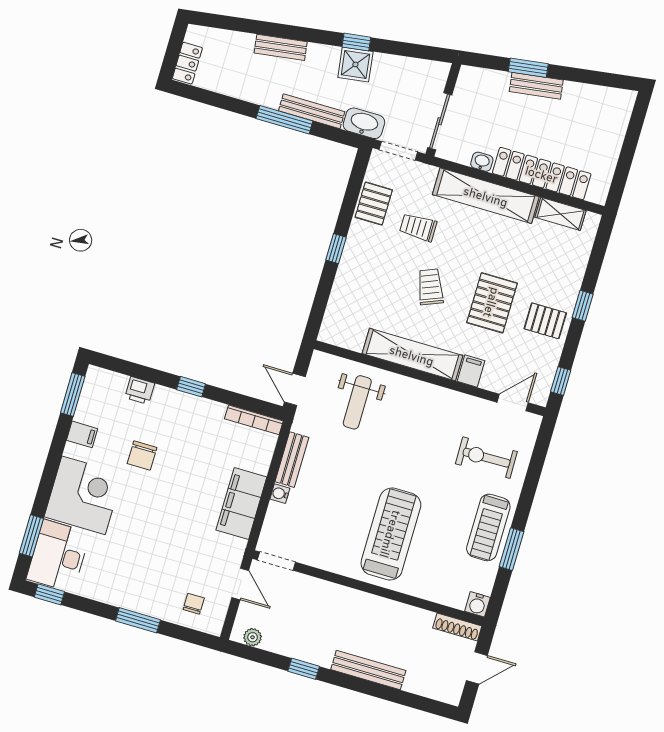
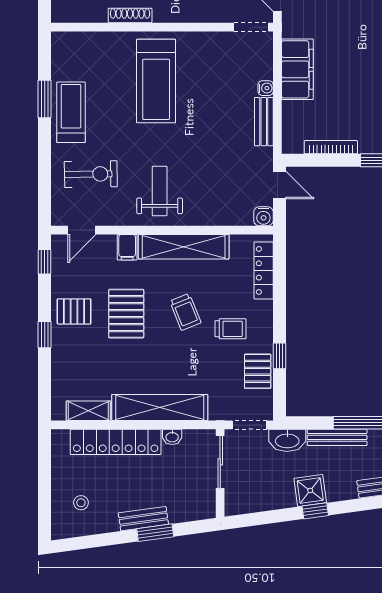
stool: (596, 121) -> (81, 503), added
trolley: (418, 227) -> (230, 329), moved
window: (336, 249) -> (279, 356), moved
locker: (337, 306) -> (264, 270), added
weight bench: (357, 402) -> (160, 191), moved
bookcase: (254, 420) -> (331, 147), moved
water cooler: (477, 604) -> (263, 216), moved, turned 180
shoe rack: (457, 627) -> (130, 15), moved

